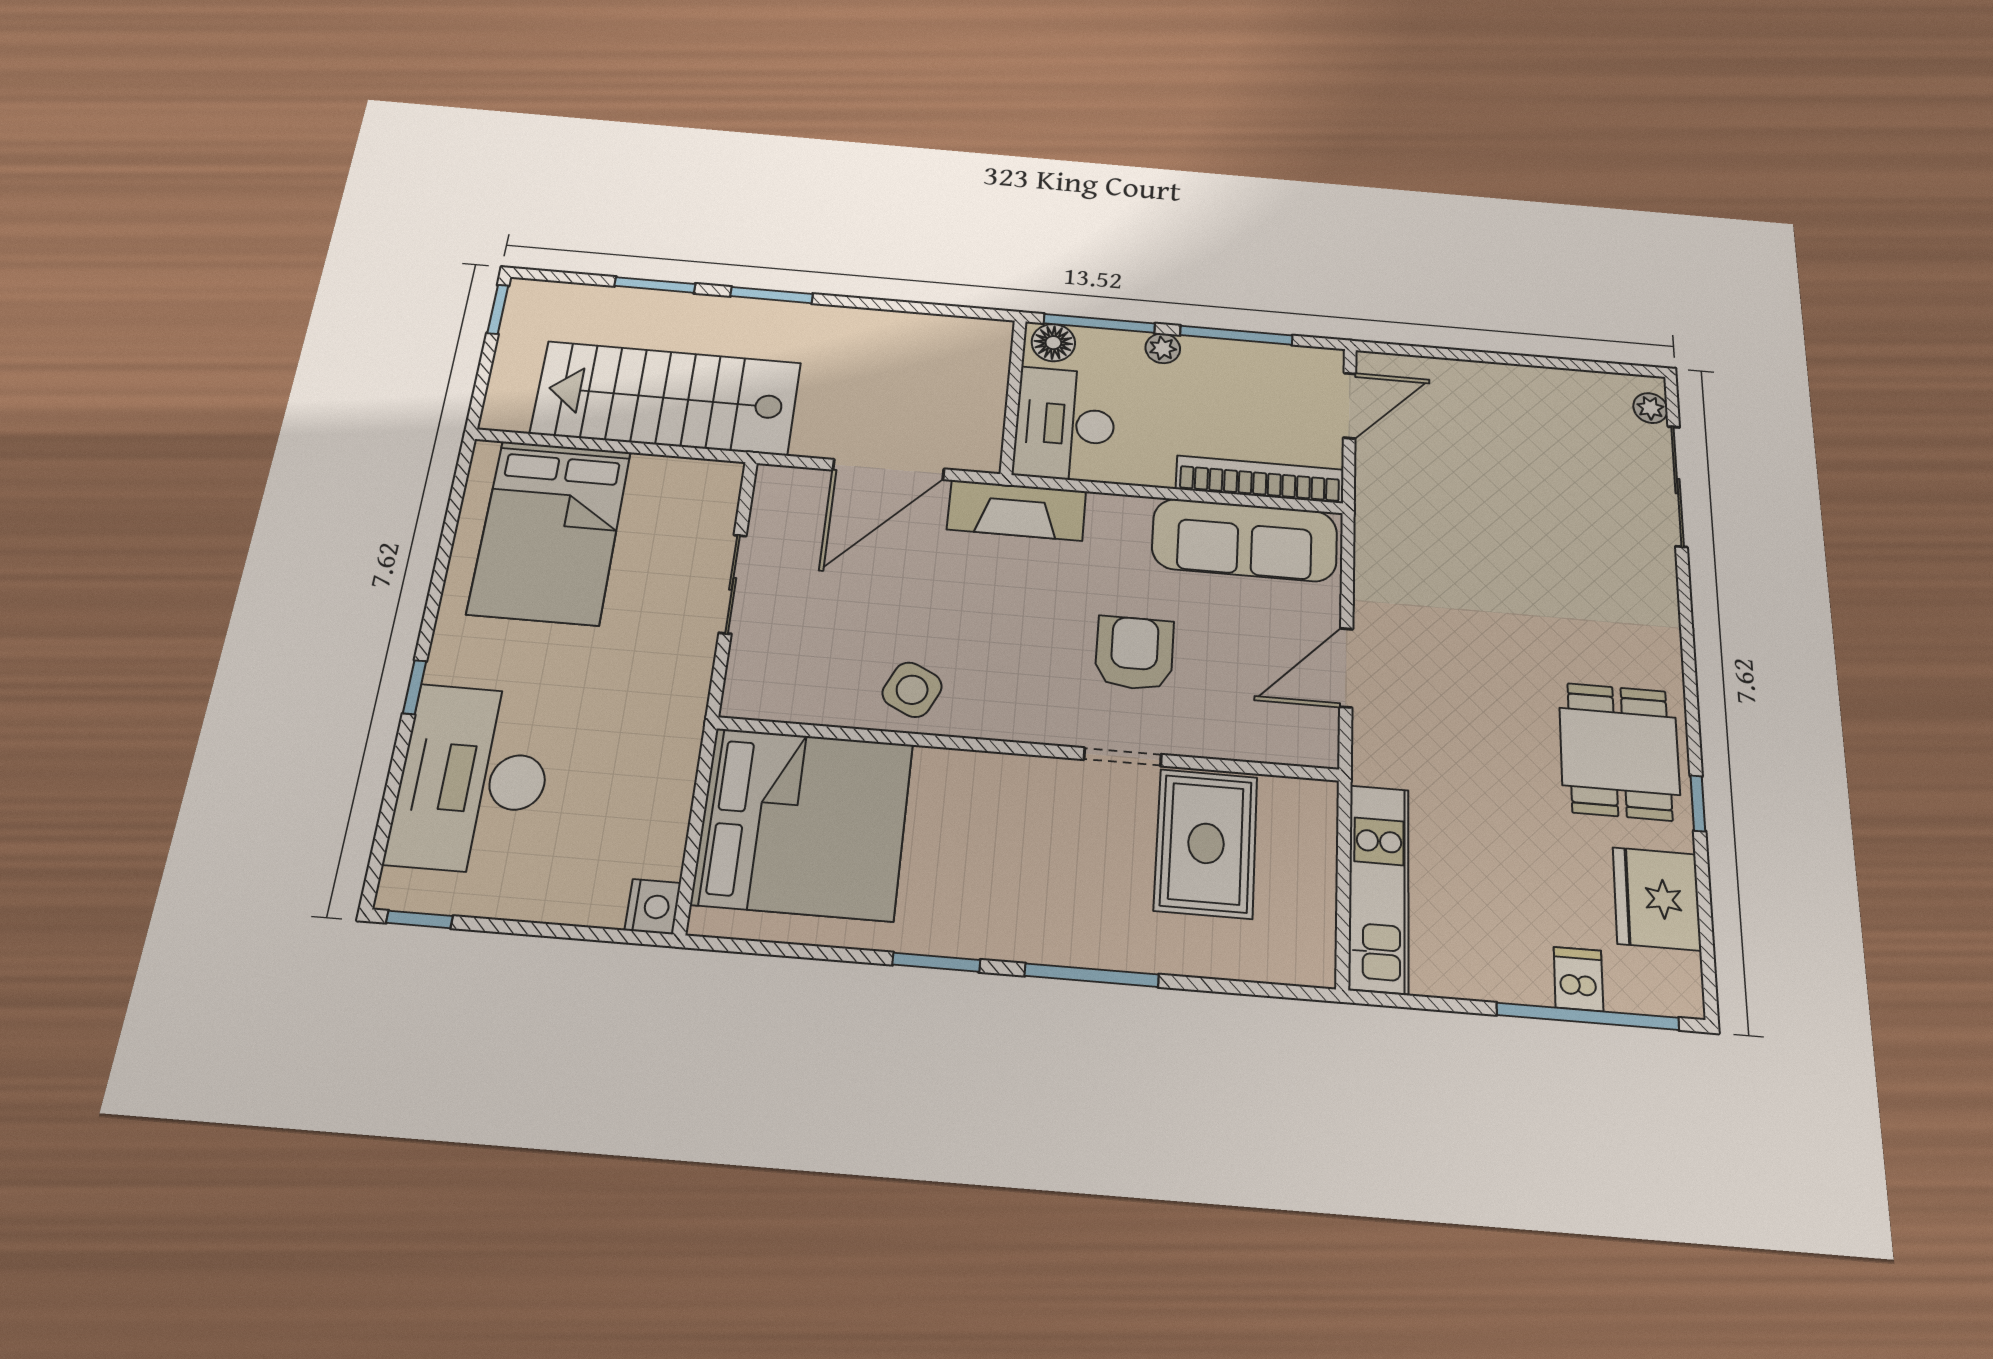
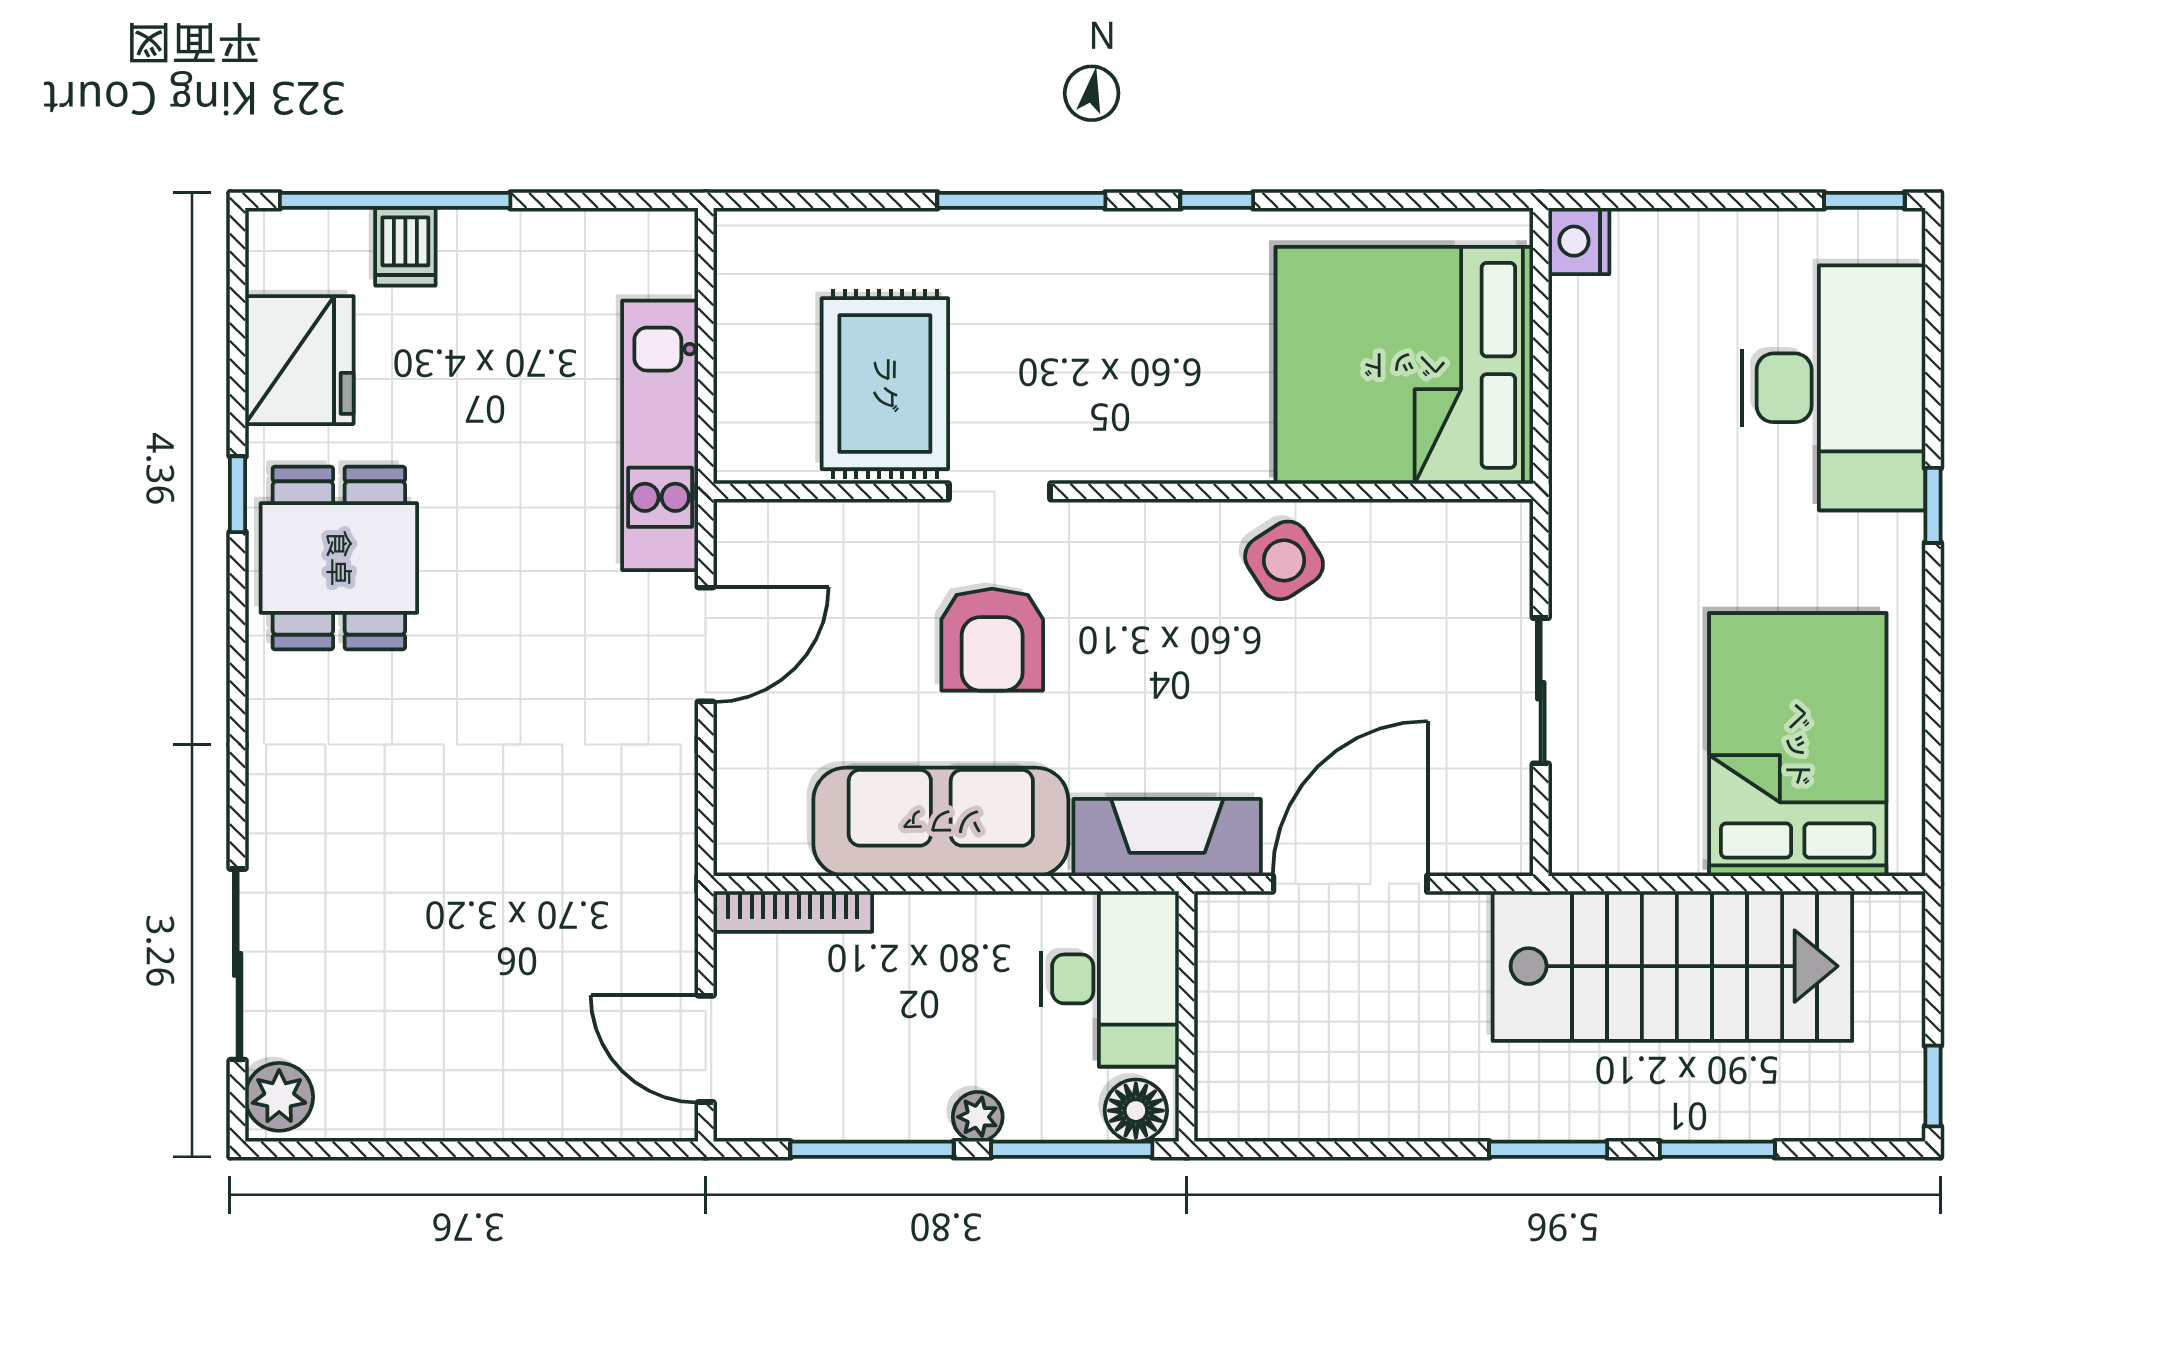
door: (1350, 406) -> (706, 1049), hinge flipped
plant: (1650, 408) -> (279, 1097), width x1.38, depth x1.38
bookcase: (1260, 479) -> (793, 912), width x0.68, depth x0.76
sofa: (1245, 540) -> (941, 822), moved
side table: (912, 690) -> (1284, 560), turned 31
kitchen unit: (1379, 888) -> (660, 435), moved
window: (936, 962) -> (1217, 200), width x0.67

